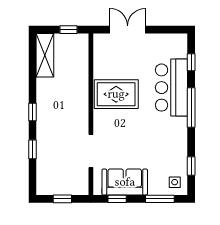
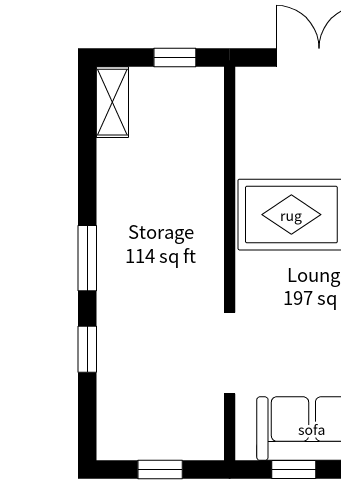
shelving: (45, 55) -> (112, 102), width x0.67, depth x0.75
window: (32, 112) -> (87, 258), width x1.50

